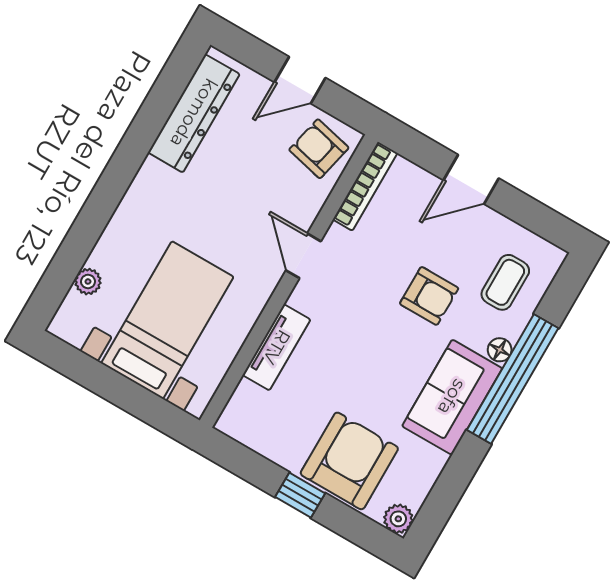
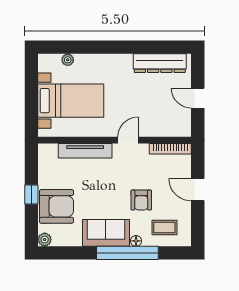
armchair: (319, 149) -> (175, 122), removed
tv unit: (277, 347) -> (85, 151), width x1.41

